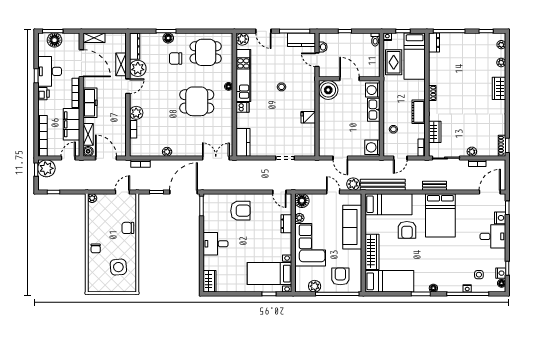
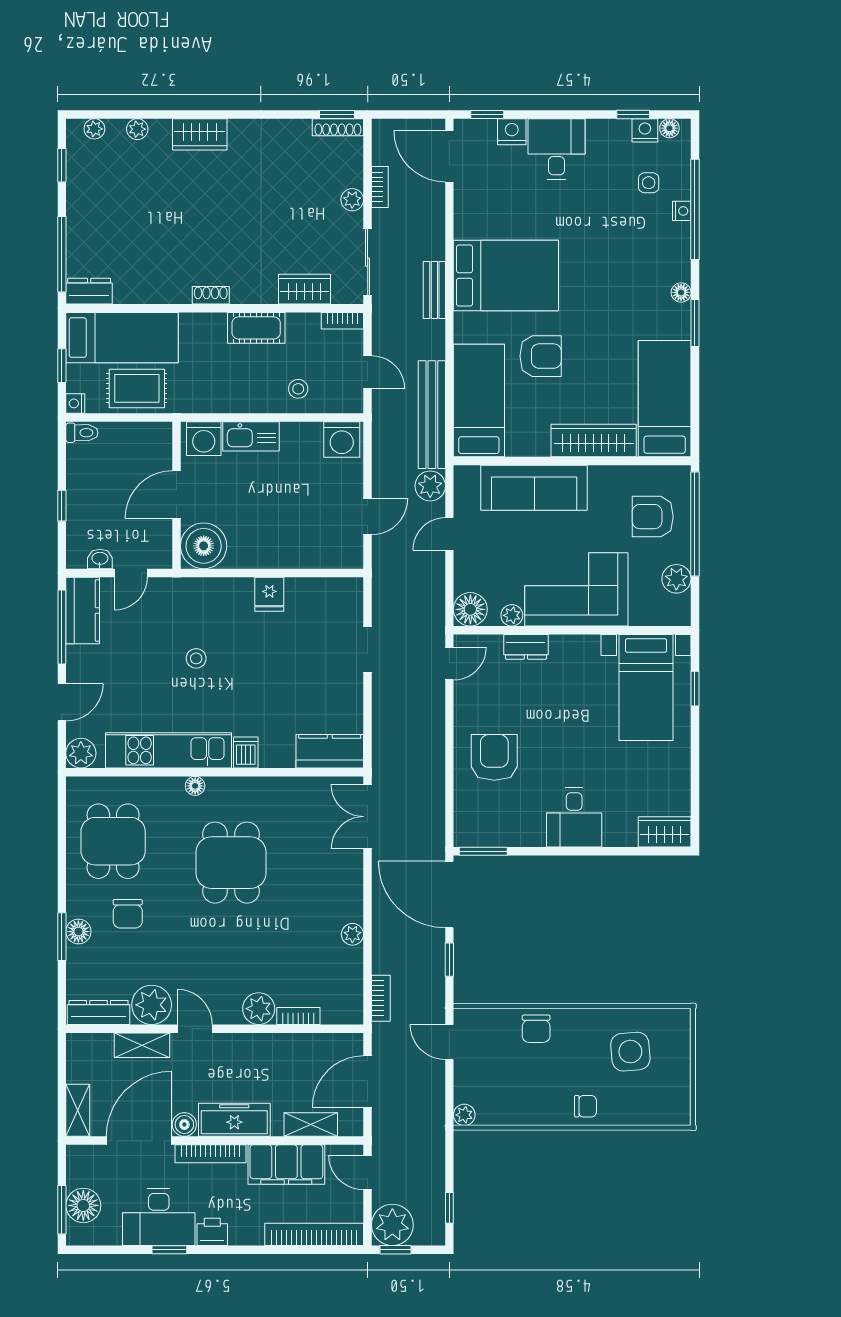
boiler: (88, 151) -> (184, 1125), moved

